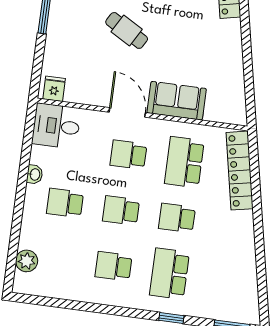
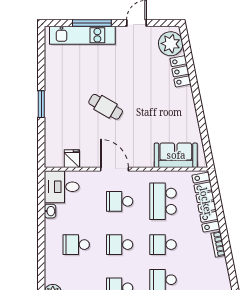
fridge: (54, 89) -> (72, 159), moved
sofa: (177, 101) -> (176, 155), moved
washbasin: (35, 174) -> (50, 211), moved
bookcase: (248, 227) -> (218, 244), added

